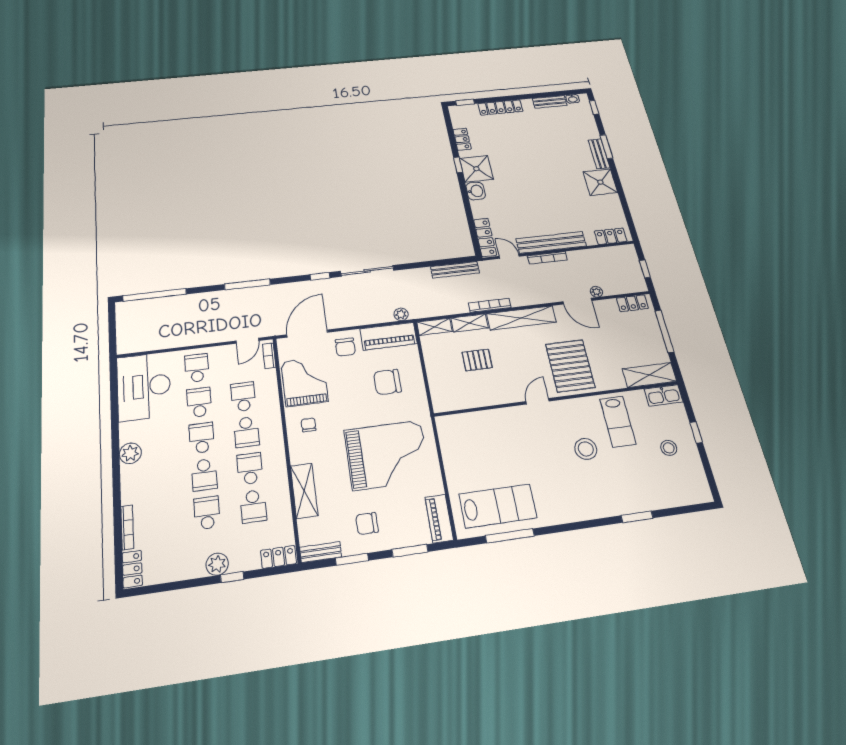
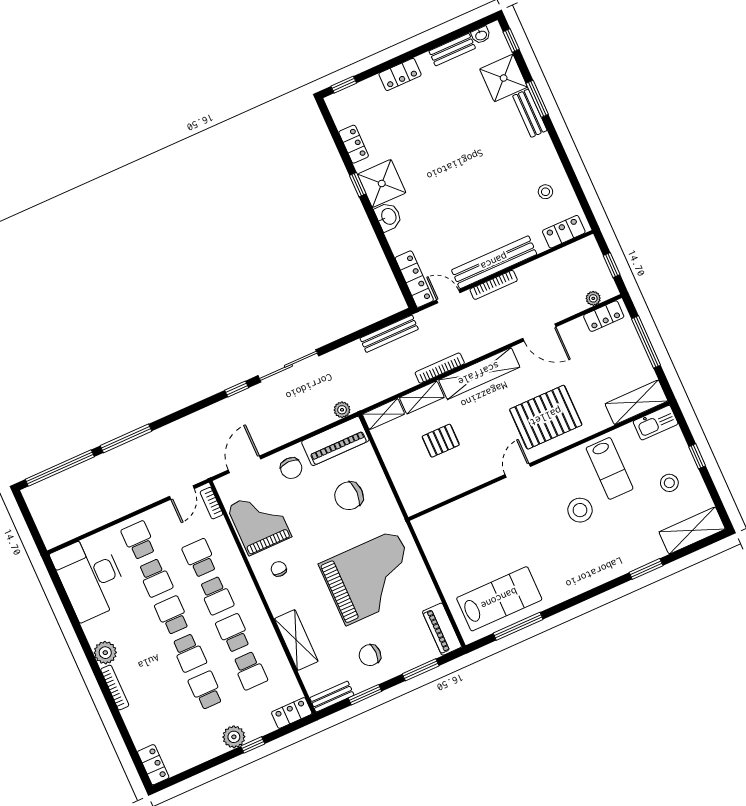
locker: (500, 107) -> (400, 74), width x0.66
shower: (600, 182) -> (504, 78), moved
stool: (601, 206) -> (545, 192), added
window: (247, 284) -> (126, 438), moved
plant: (596, 292) -> (593, 298), moved
door: (307, 334) -> (244, 464), width x0.73
pallet: (570, 366) -> (546, 417), turned 90
school desk: (199, 402) -> (155, 578), turned 180
shelving: (684, 494) -> (692, 531), added
bookcase: (127, 527) -> (115, 687), moved

